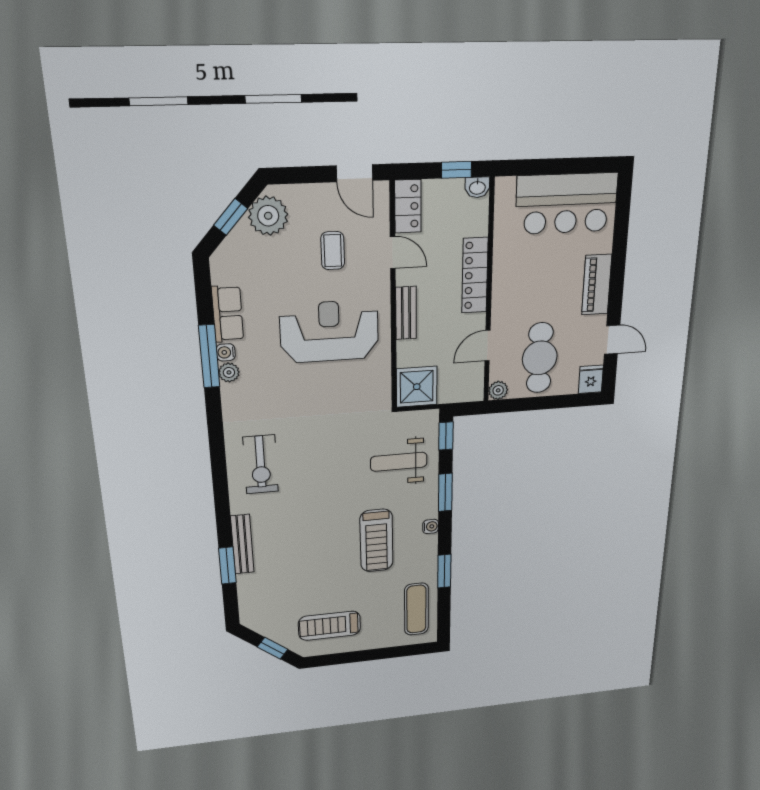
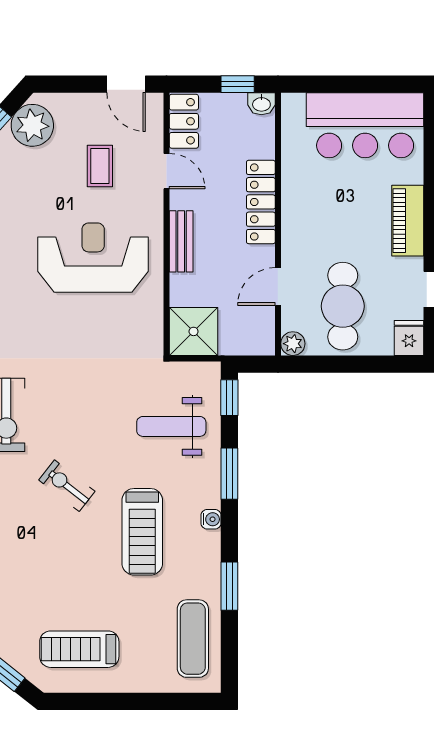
exercise bike: (314, 513) -> (67, 486), added

